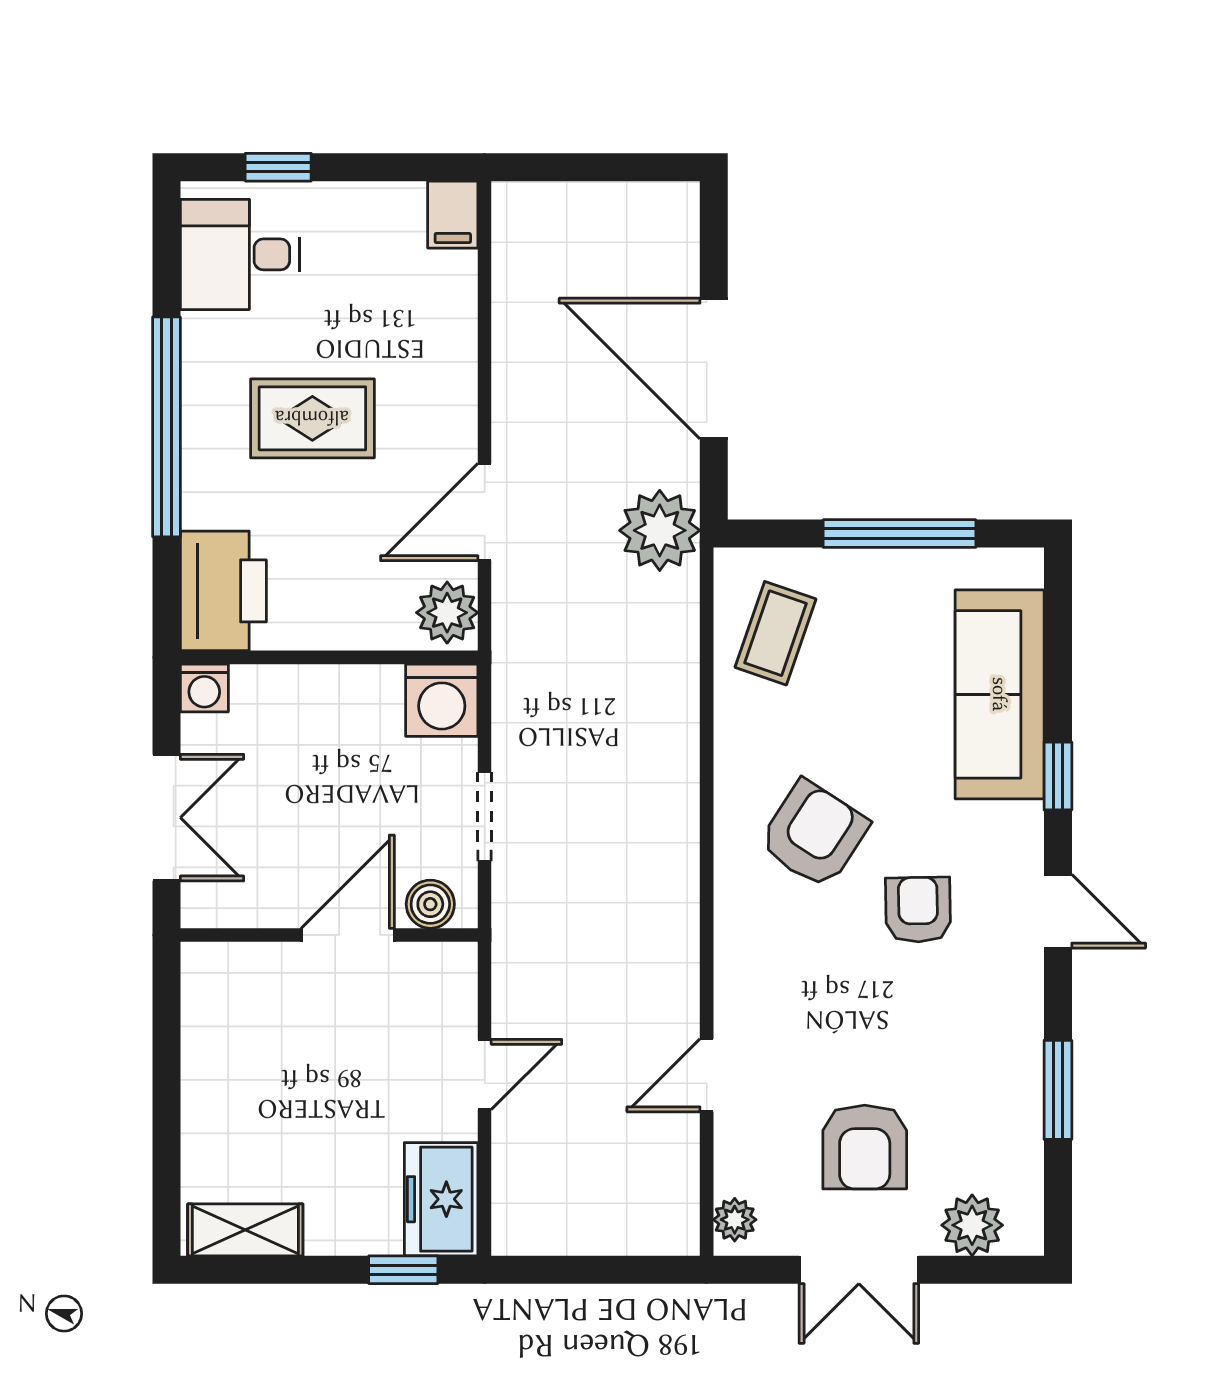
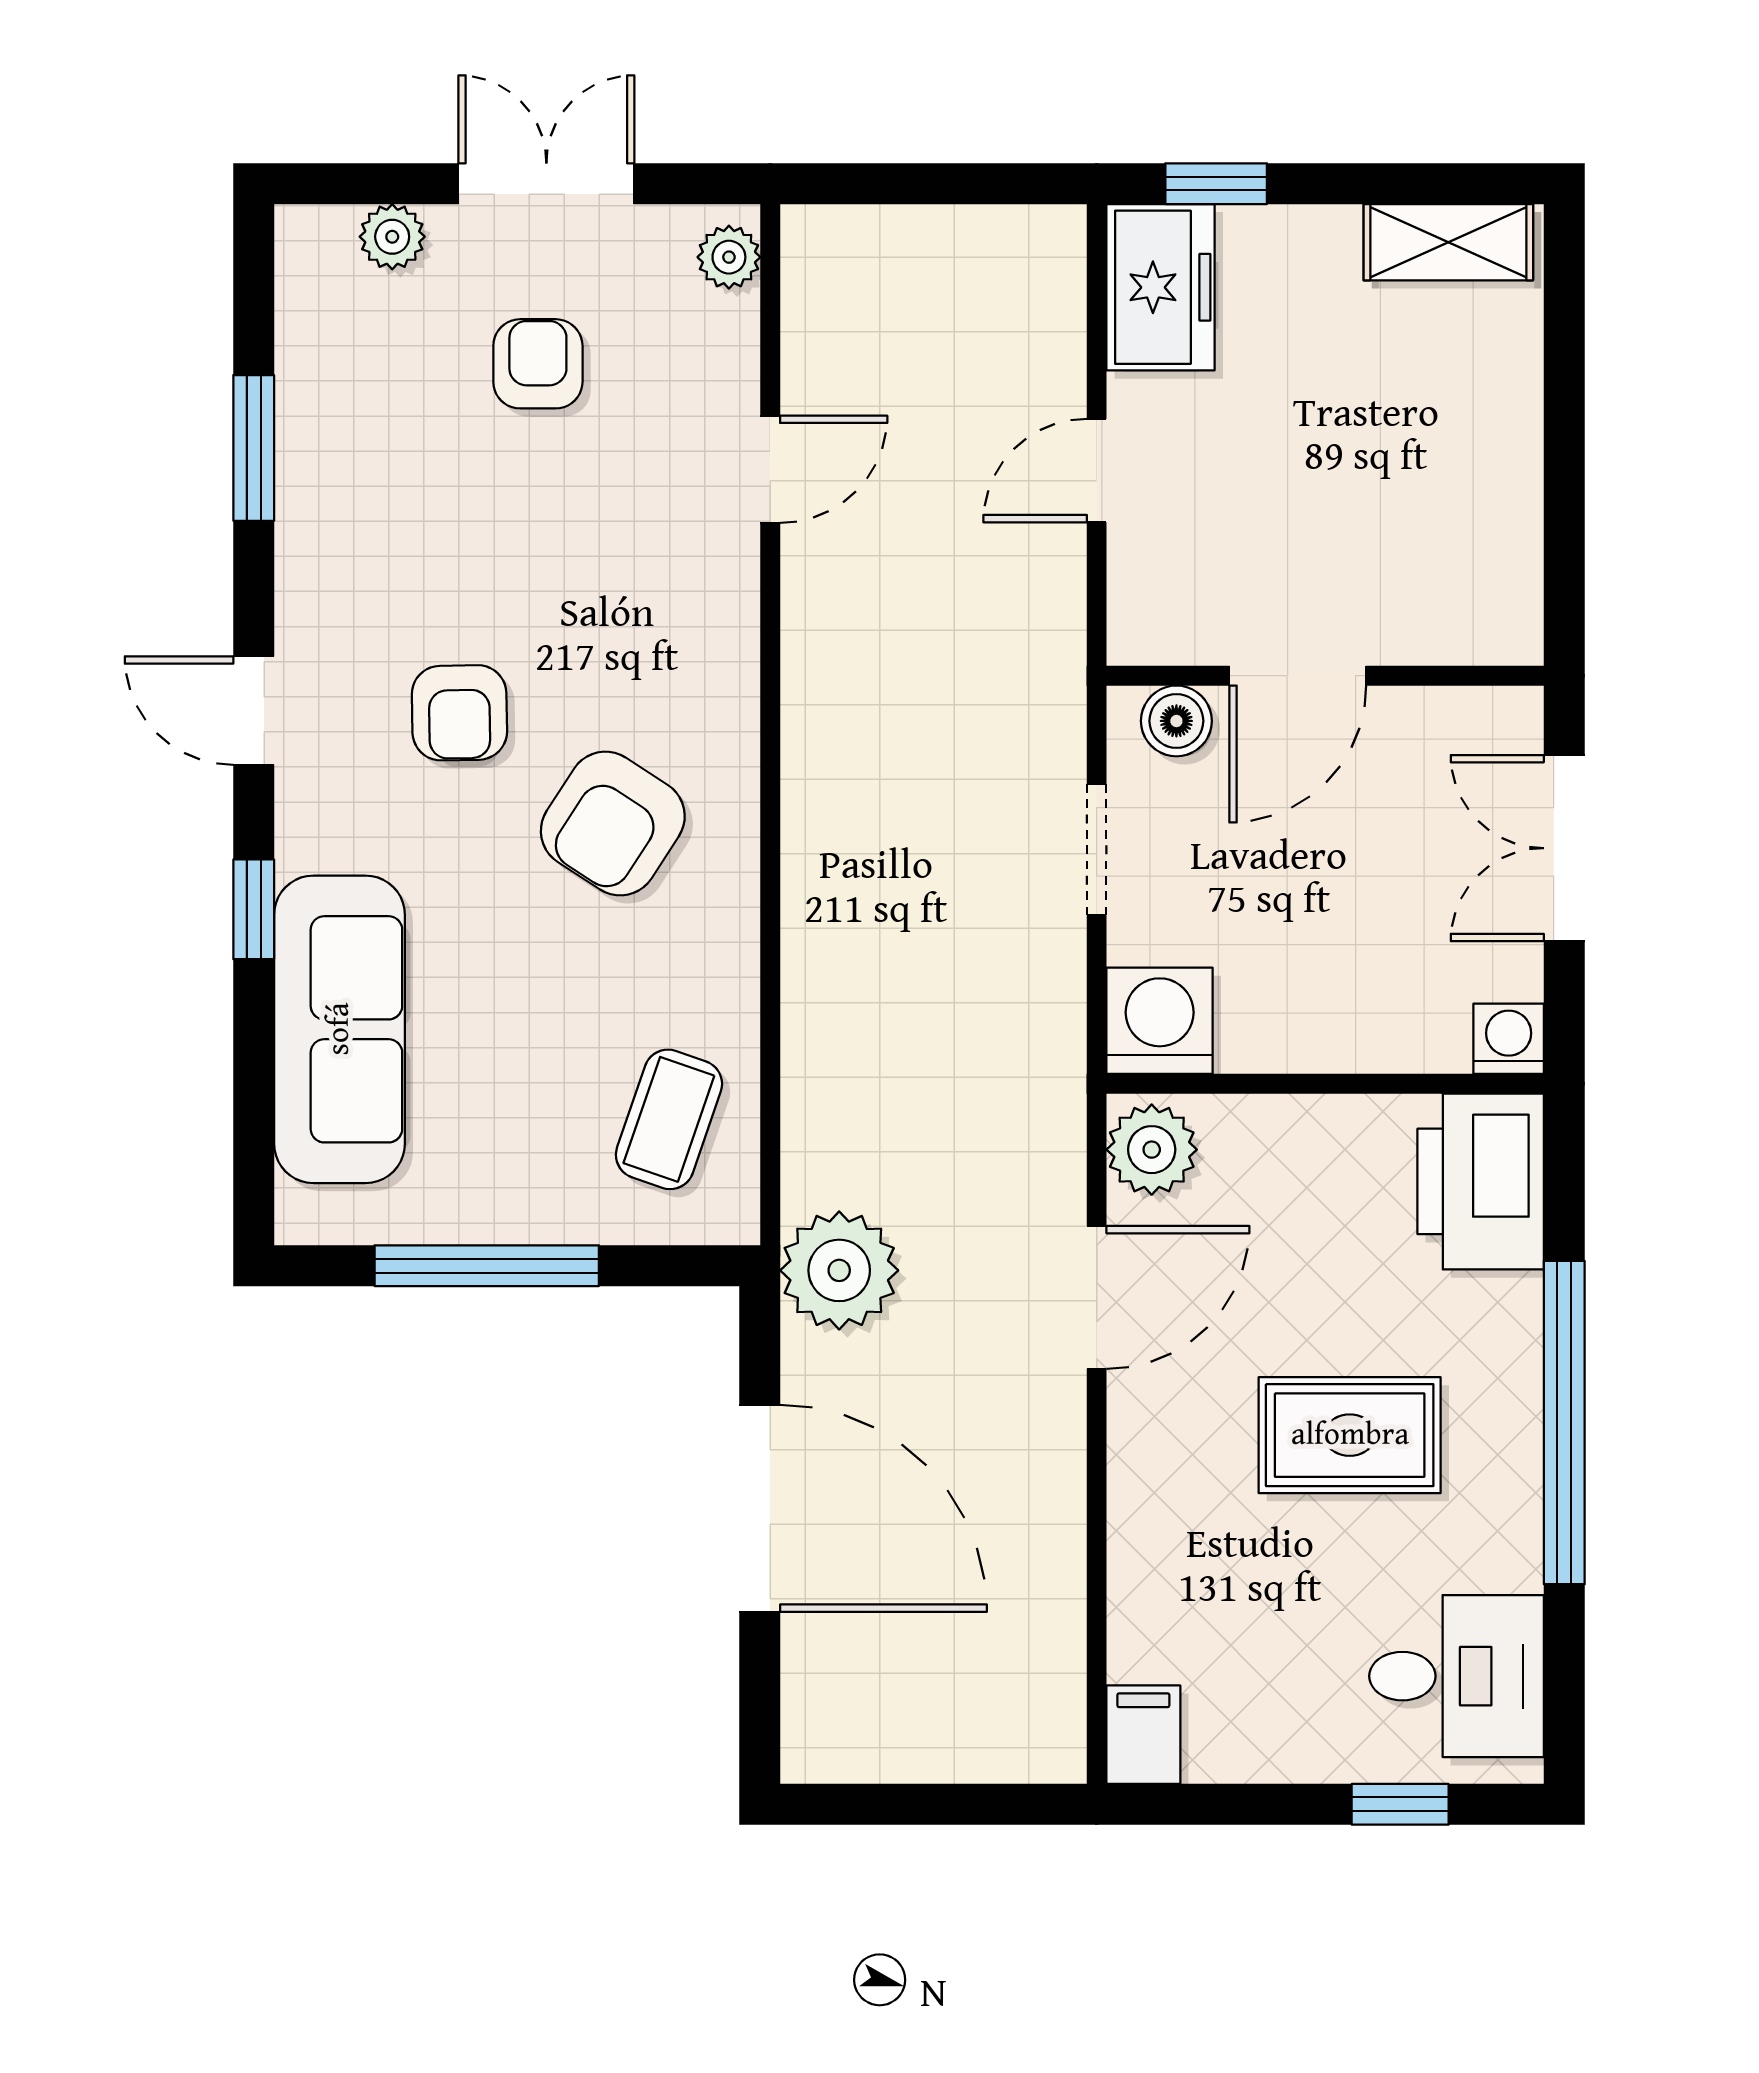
armchair: (865, 1147) -> (538, 364), width x0.72, depth x0.72
plant: (972, 1225) -> (392, 237), width x0.73, depth x0.73

